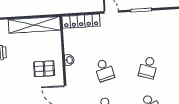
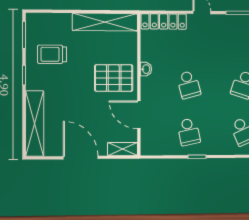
pallet: (44, 69) -> (114, 78), width x1.50, depth x1.42

